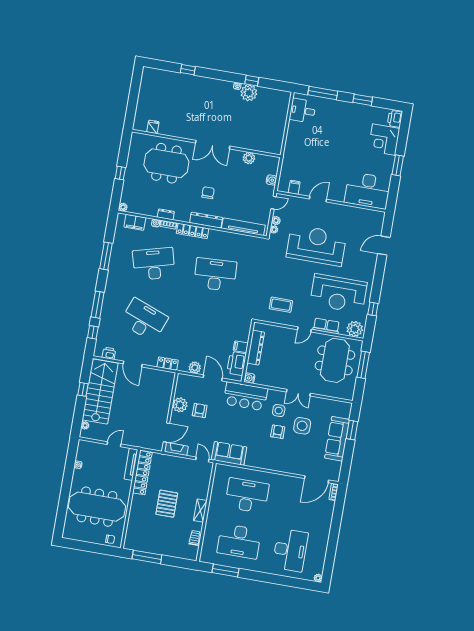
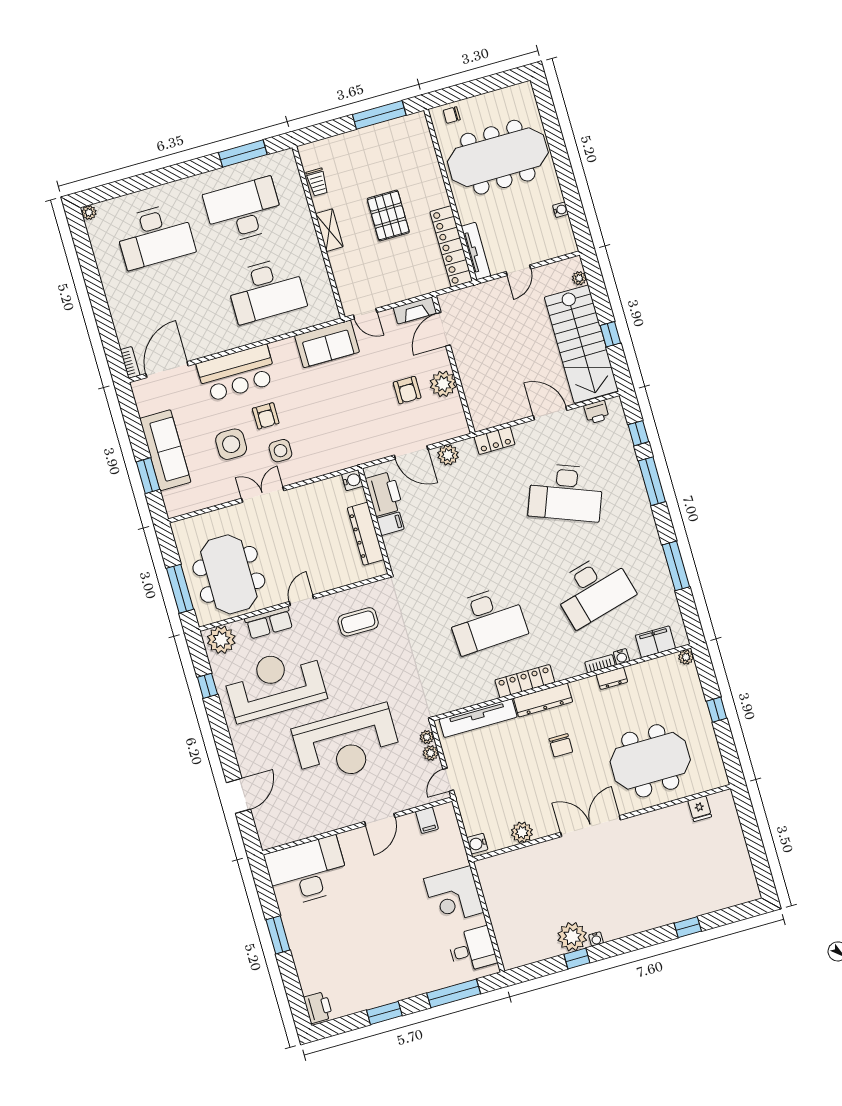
corner desk: (384, 140) -> (454, 896), moved, turned 180
water cooler: (271, 180) -> (477, 844), moved
locker: (193, 231) -> (525, 681), moved
bar counter: (245, 396) -> (237, 373), moved, turned 180
desk: (290, 550) -> (155, 236), turned -90

